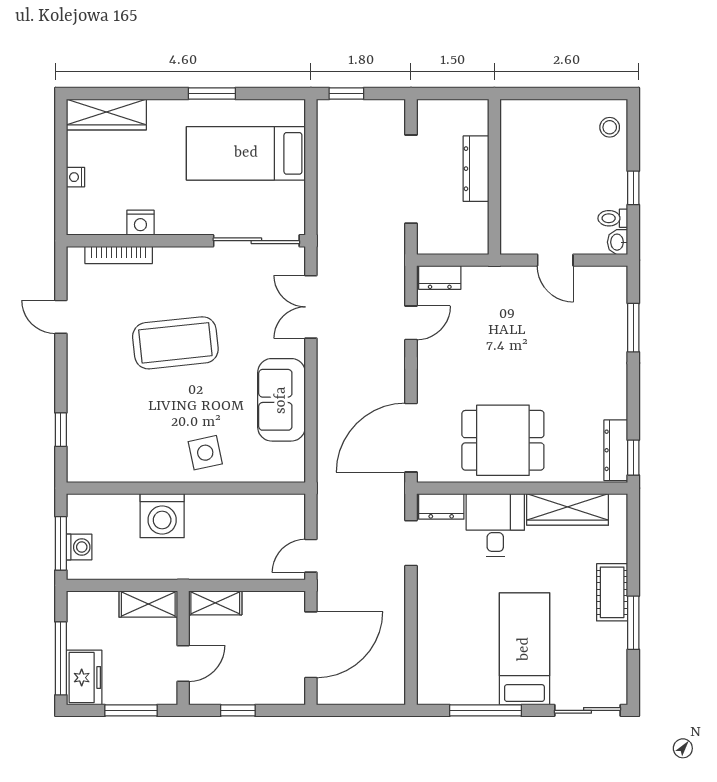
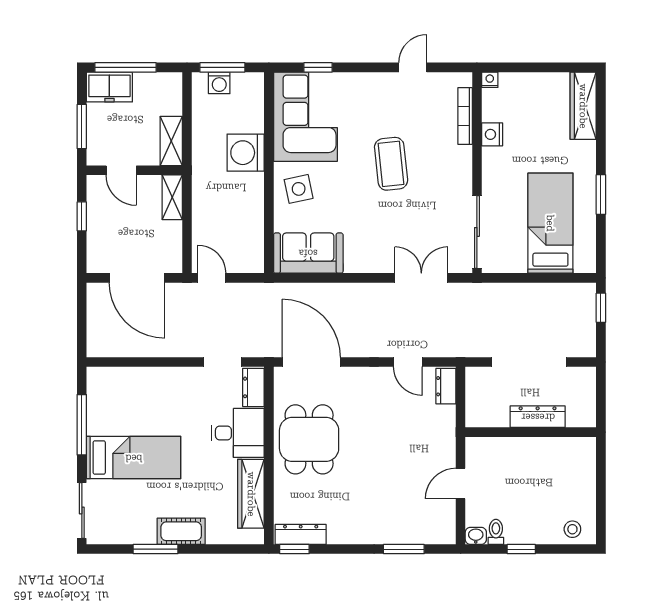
nightstand: (76, 177) -> (490, 80), moved
coffee table: (175, 343) -> (391, 164), width x0.73, depth x0.76
sofa: (281, 400) -> (308, 253), moved
corner sofa: (119, 445) -> (305, 117), added

